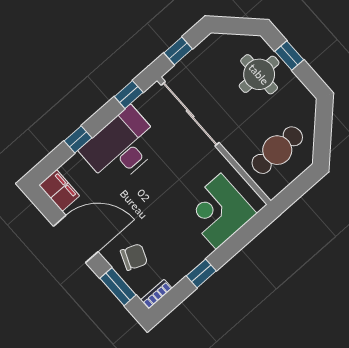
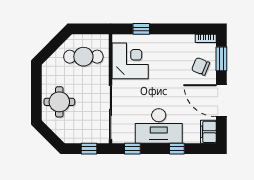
window: (289, 56) -> (36, 98), removed
corner desk: (219, 211) -> (130, 61), moved, turned -90
window: (201, 273) -> (141, 29), moved

